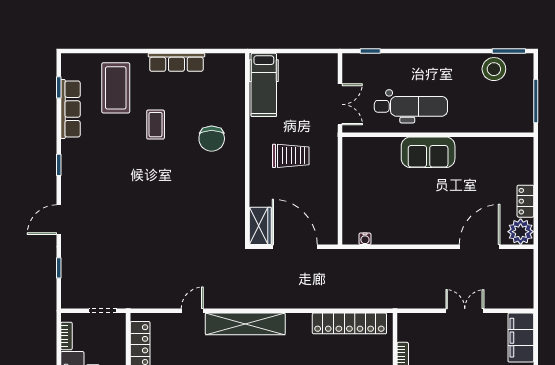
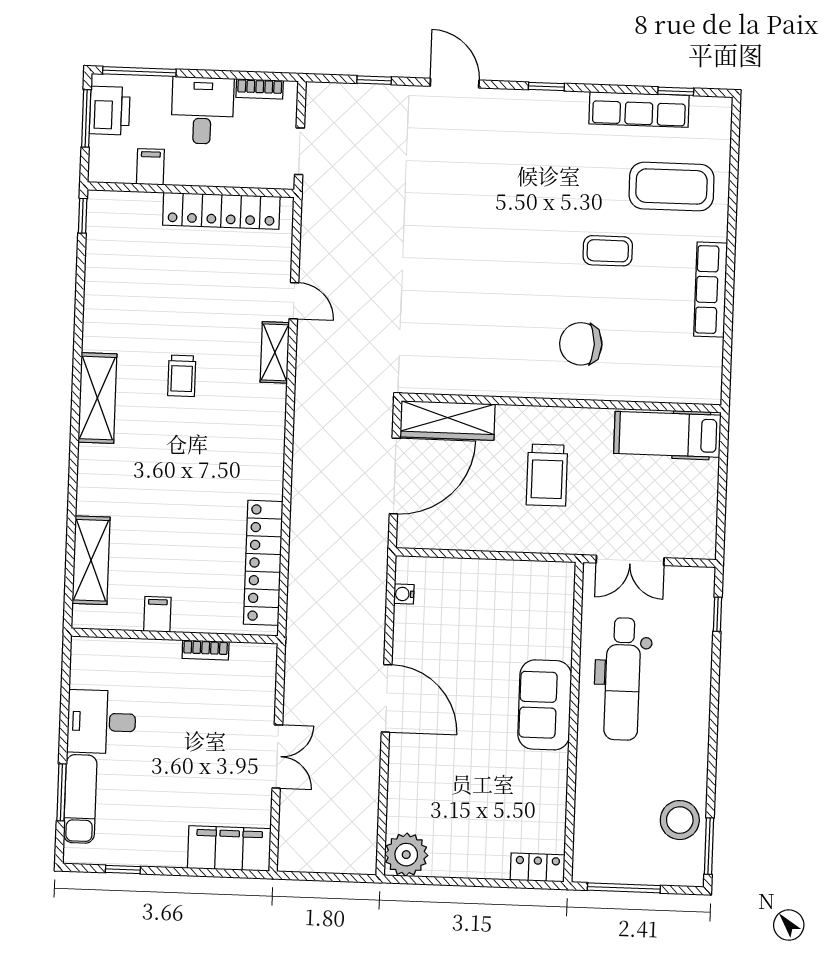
locker: (525, 201) -> (538, 867), moved
wardrobe: (260, 226) -> (448, 420), width x1.50
door: (480, 247) -> (387, 698), moved
shelving: (245, 324) -> (275, 352), width x0.45, depth x0.75

